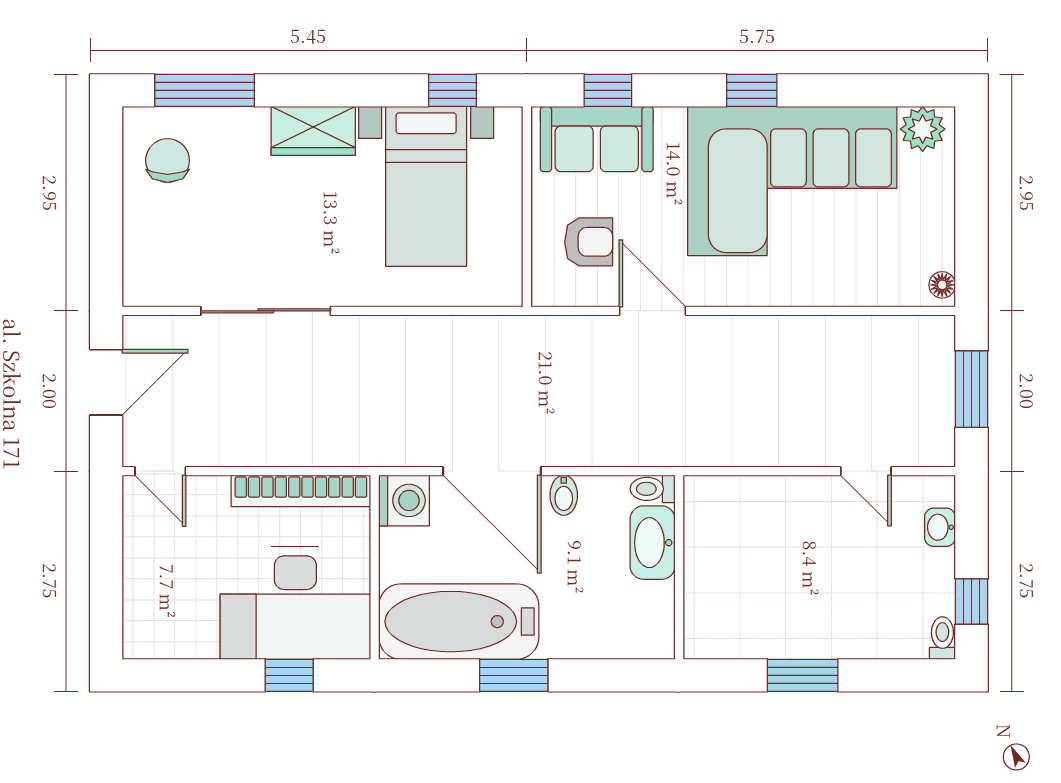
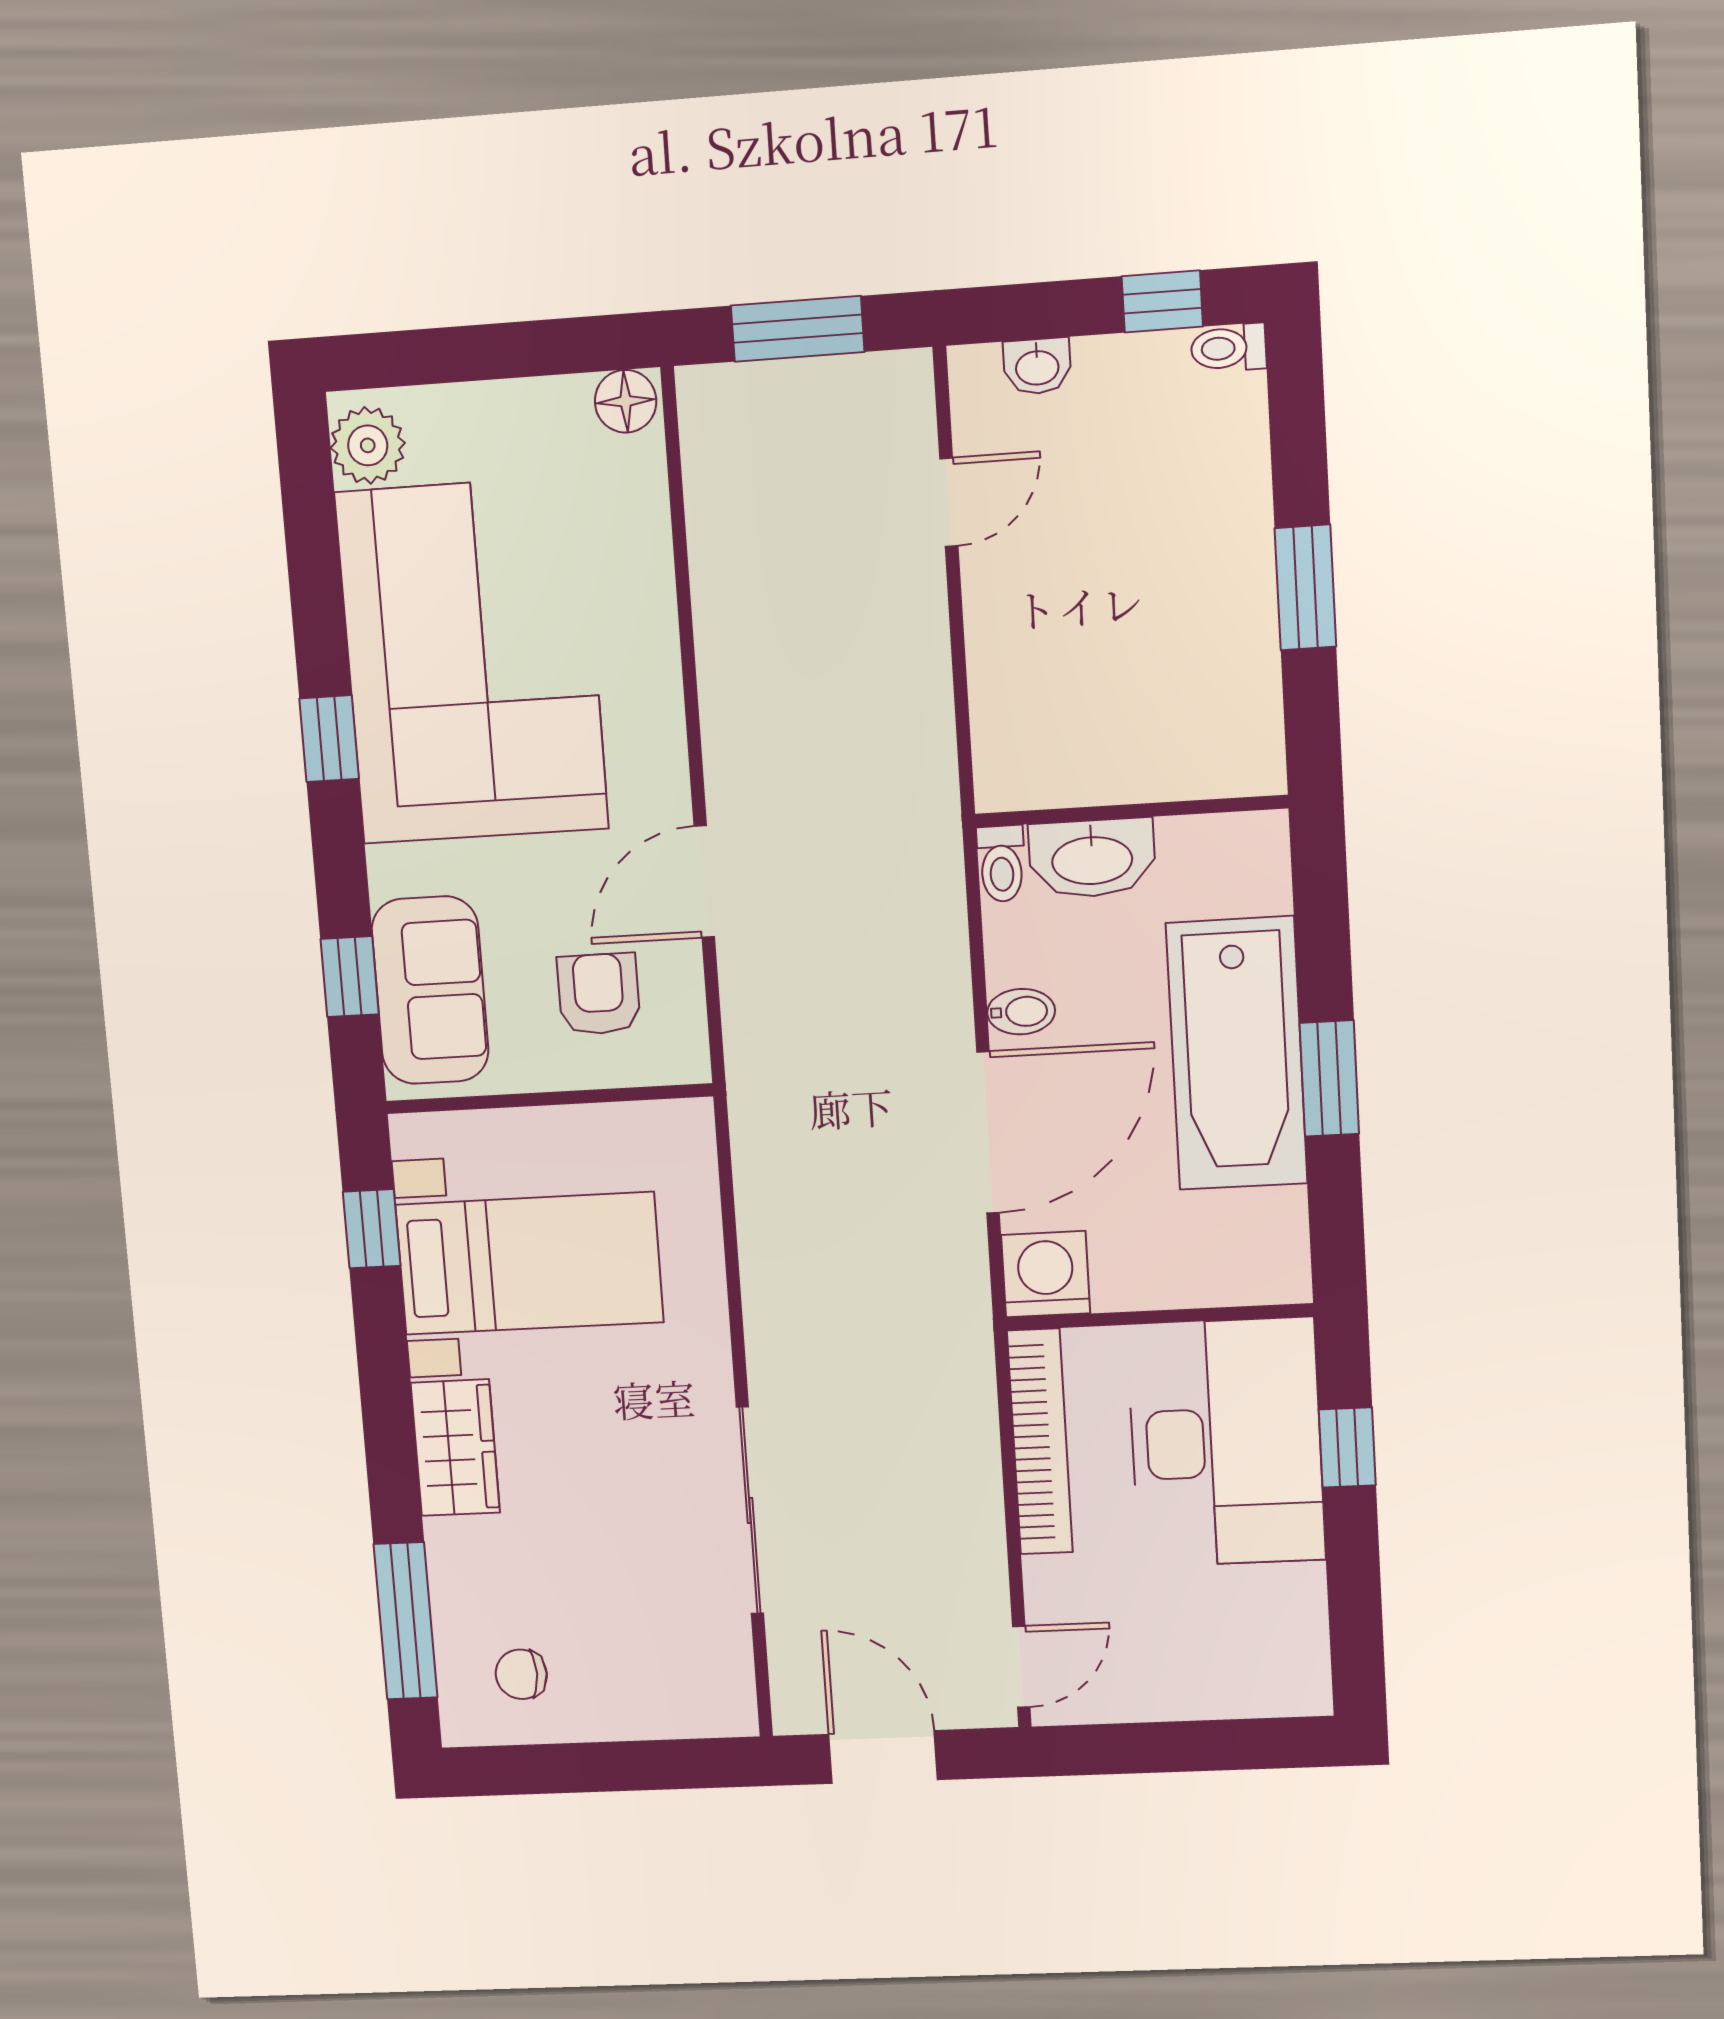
chair: (168, 160) -> (521, 1674), width x0.73, depth x0.73
floor lamp: (942, 285) -> (626, 401), width x1.37, depth x1.37
bathtub: (459, 622) -> (1237, 1054), moved

